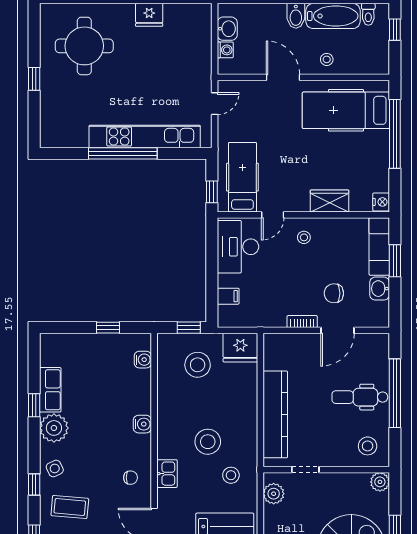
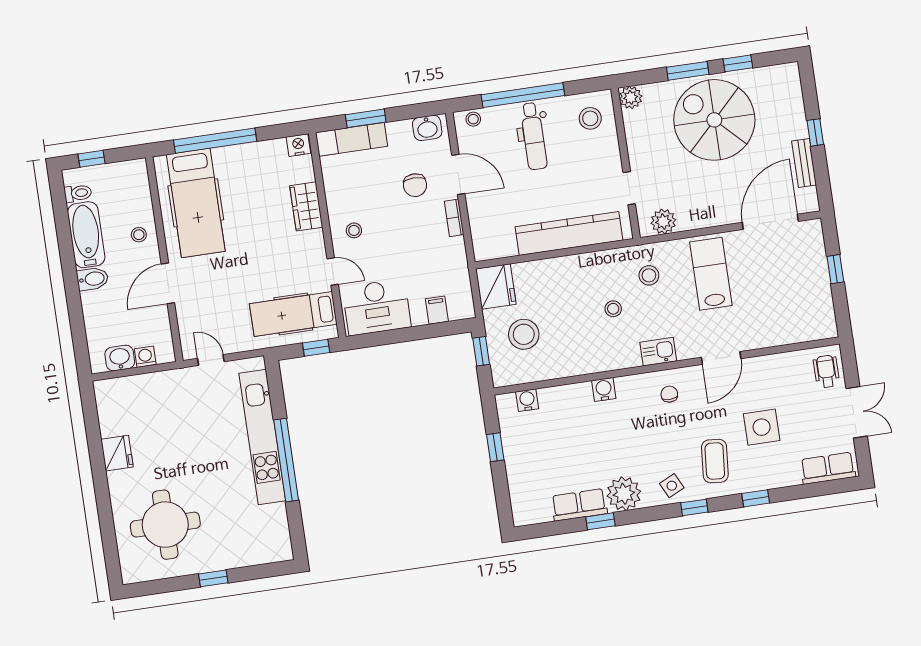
washbasin: (380, 289) -> (427, 128), moved
stool: (381, 349) -> (473, 119), added
stool: (208, 442) -> (613, 309), width x0.53, depth x0.53

